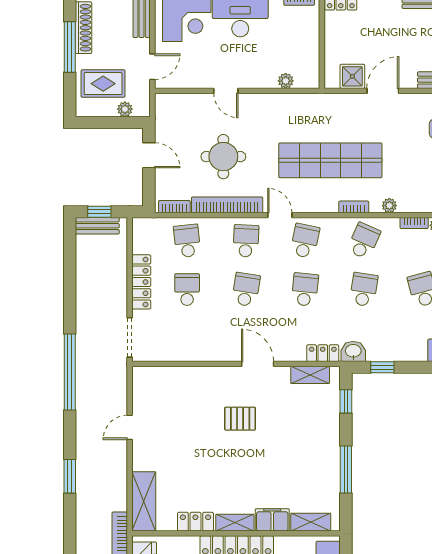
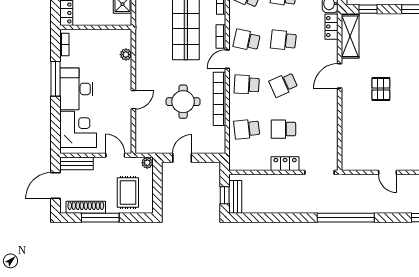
plant: (125, 109) -> (147, 163), moved
bookcase: (174, 207) -> (221, 37), moved
locker: (141, 282) -> (285, 164), width x0.66
school desk: (246, 290) -> (283, 85), turned -33
shelving: (310, 375) -> (350, 36), width x1.50, depth x1.33

